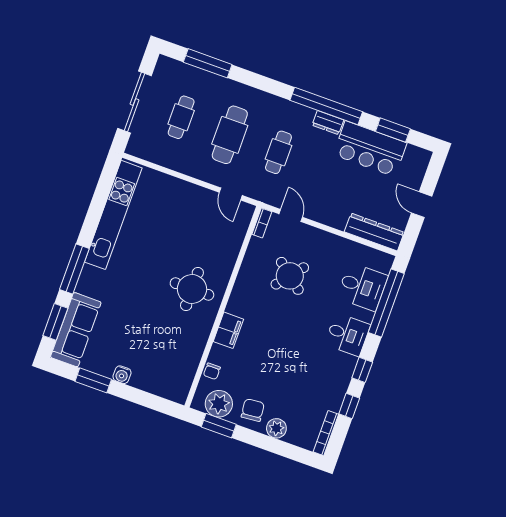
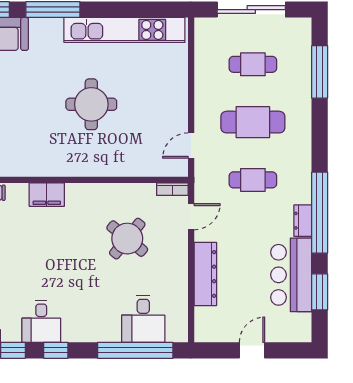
dresser: (374, 232) -> (205, 274), moved
round table: (192, 289) -> (91, 104), moved
desk: (348, 335) -> (41, 322), moved

